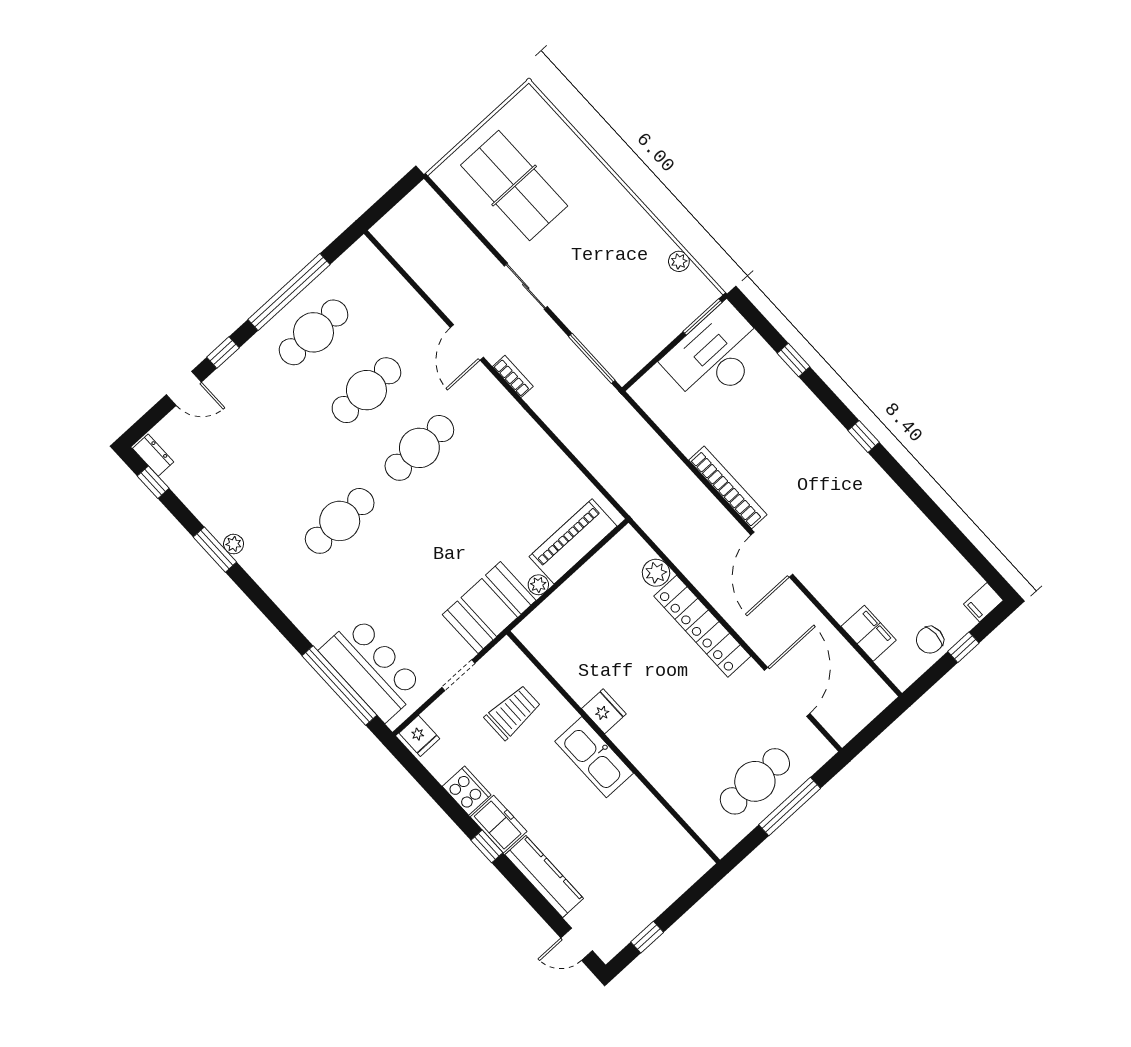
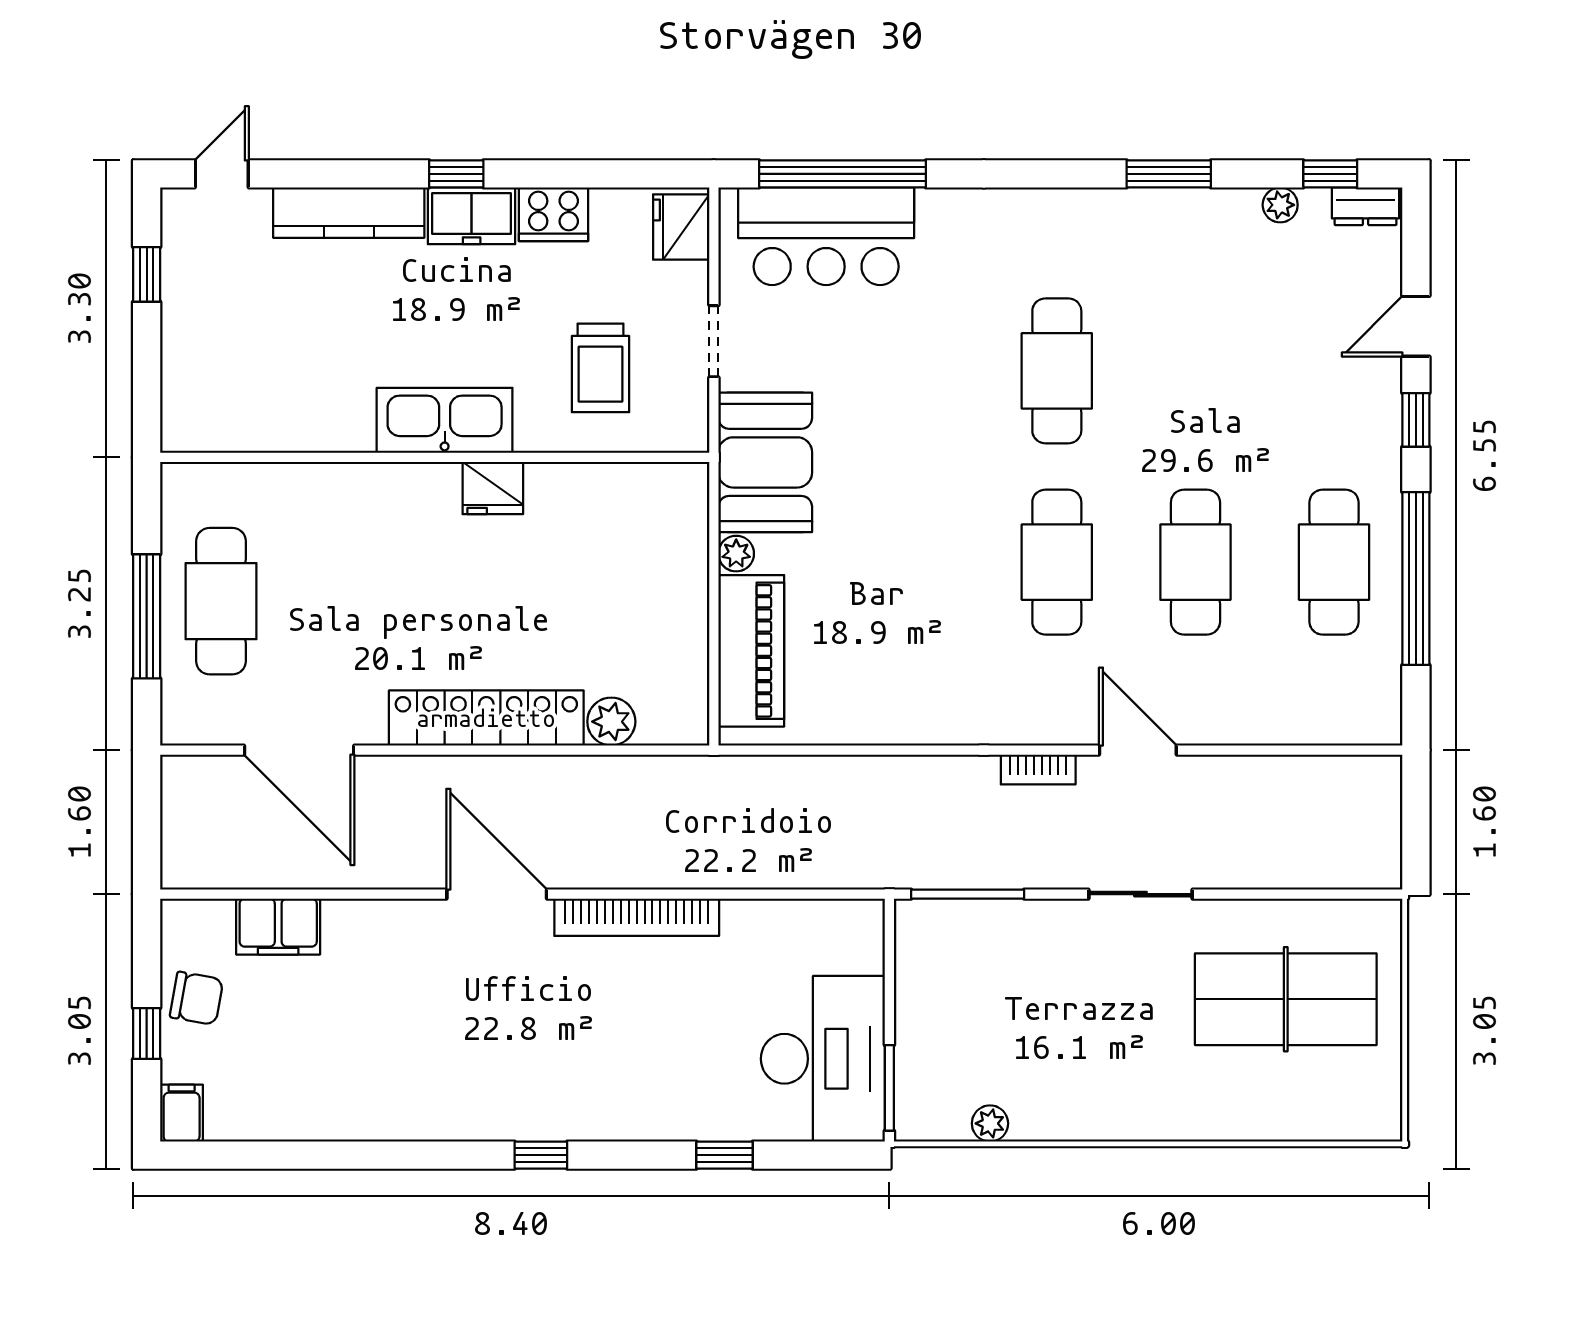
plant: (234, 544) -> (1280, 205), moved
chair: (930, 640) -> (197, 998), turned 100
fridge: (419, 736) -> (681, 227), width x1.38

